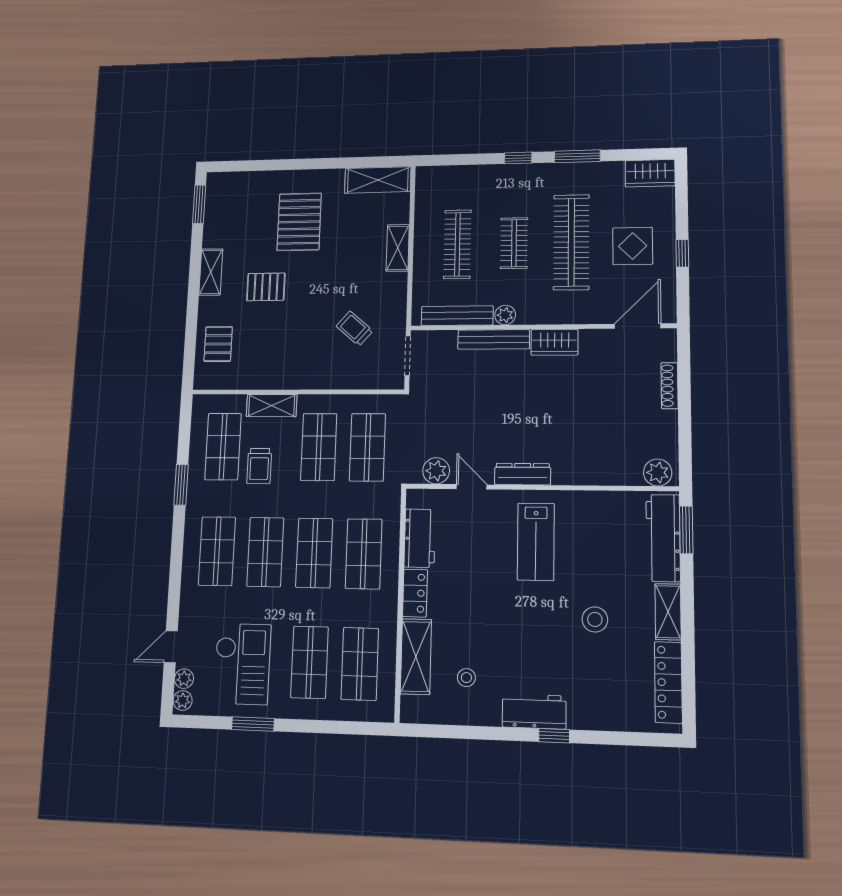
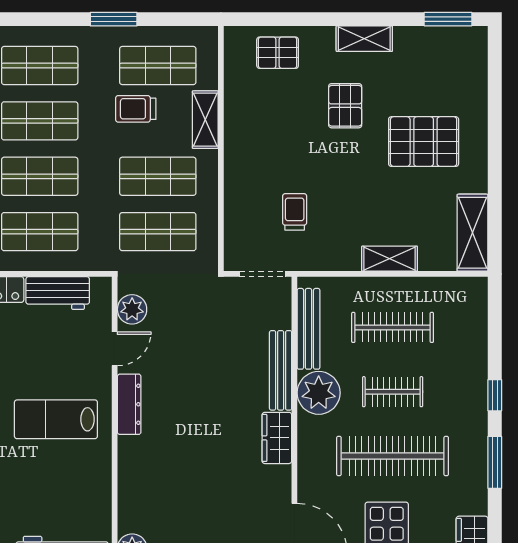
plant: (505, 315) -> (319, 393), width x1.87, depth x1.87
trolley: (355, 328) -> (295, 212), turned -41

